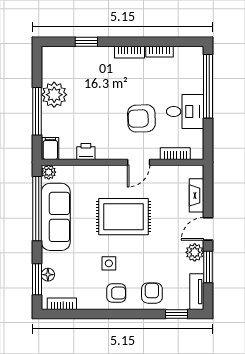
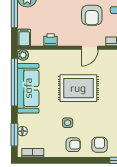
armchair: (141, 118) -> (92, 15), turned -88

